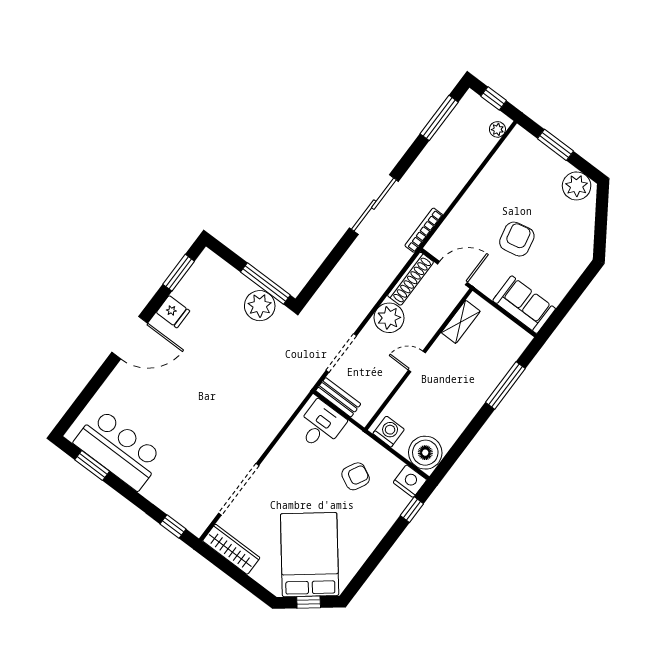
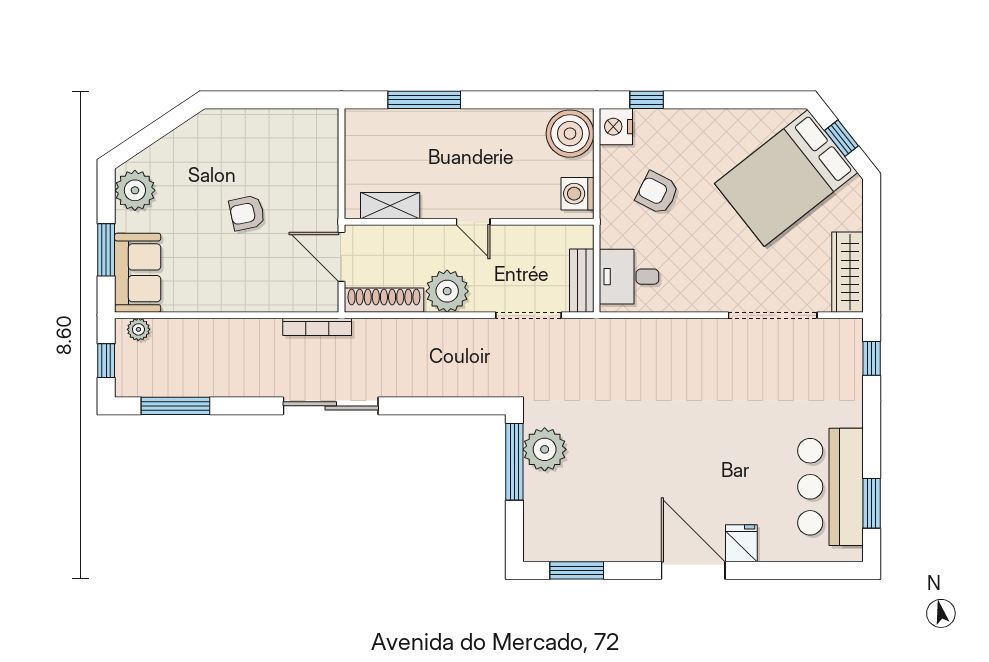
armchair: (517, 239) -> (247, 213), width x0.72, depth x0.72
sofa: (524, 305) -> (138, 273), moved, turned 180
fridge: (173, 312) -> (741, 543), moved

